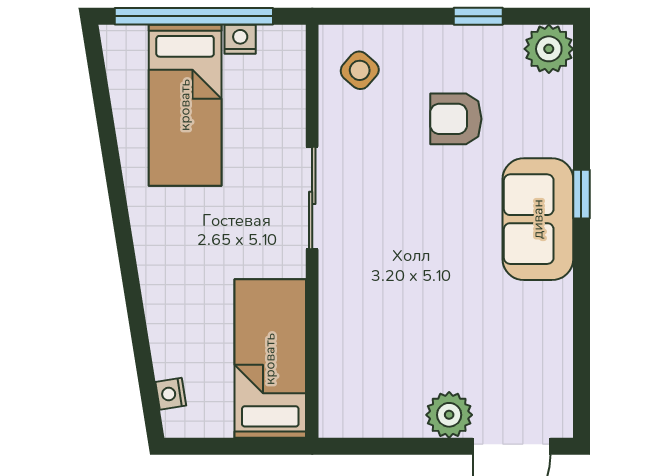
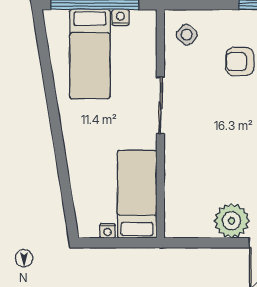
nightstand: (171, 394) -> (108, 231), moved, turned -81
plant: (449, 415) -> (232, 221), width x1.36, depth x1.36

